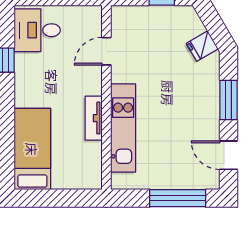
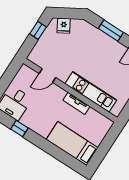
fridge: (202, 46) -> (64, 26), moved
door: (106, 51) -> (47, 76), hinge flipped

